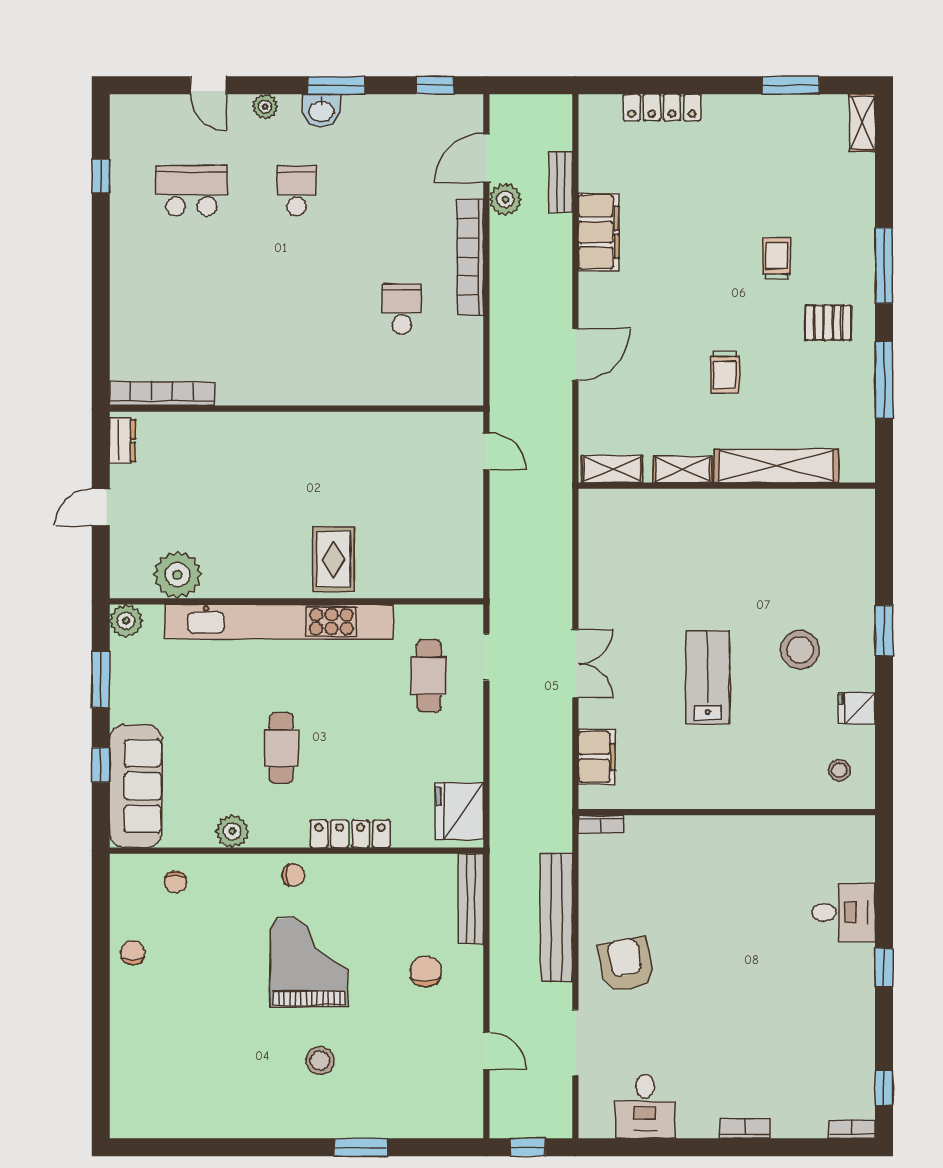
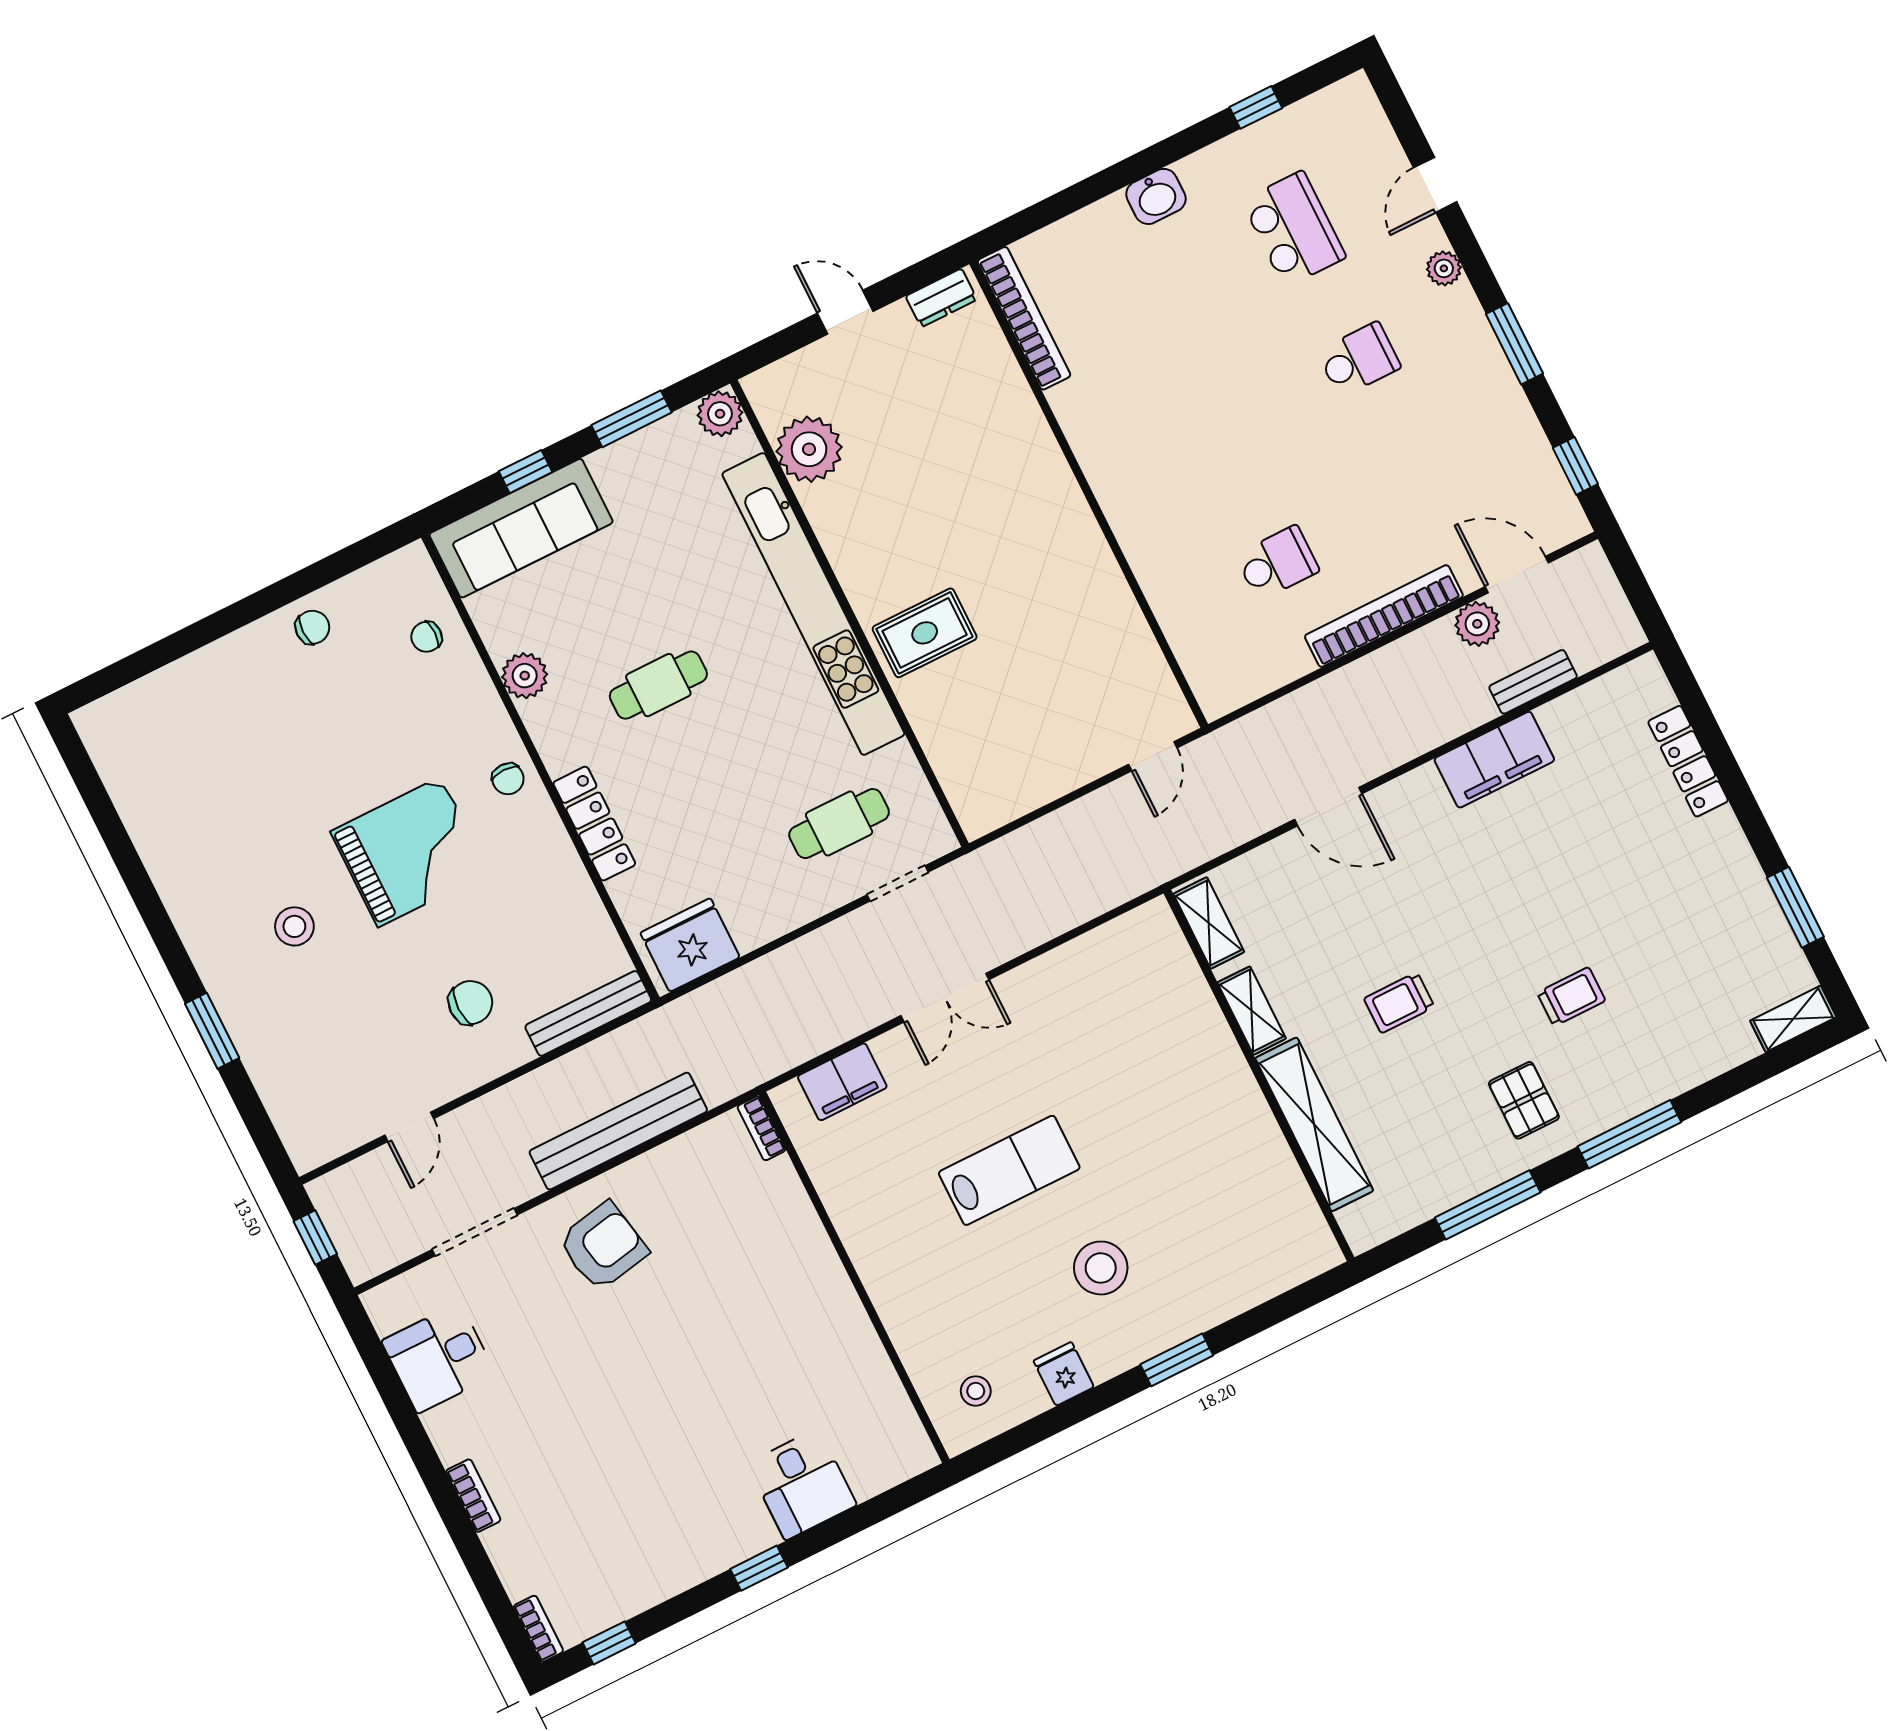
washbasin: (321, 111) -> (1156, 196), moved, turned -90

